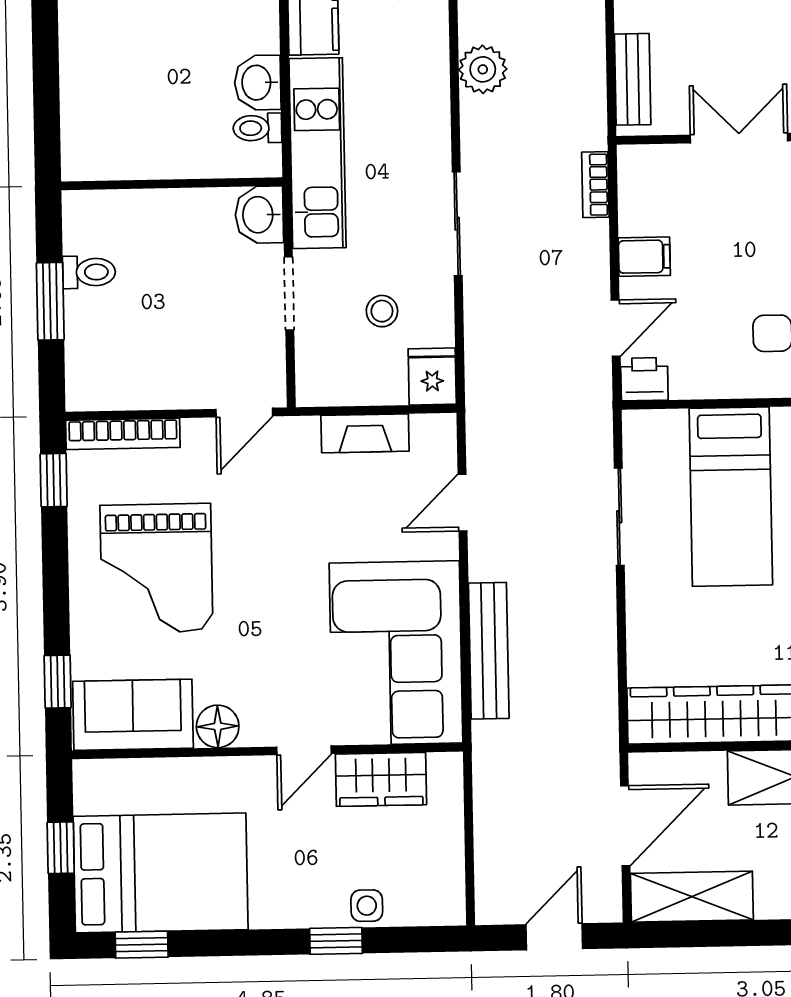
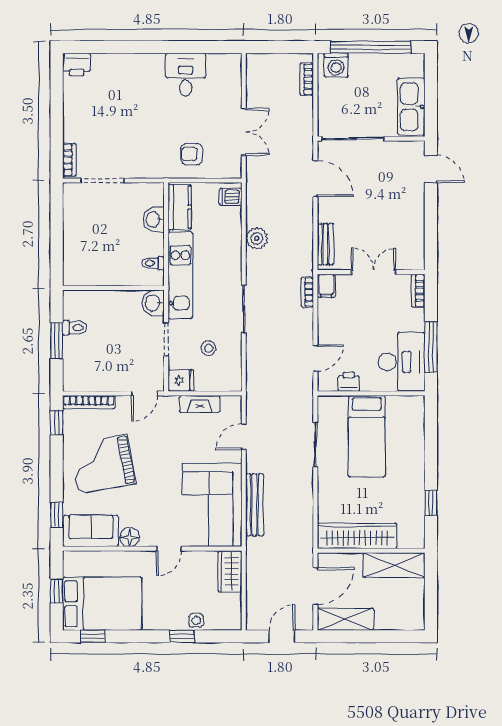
washbasin: (258, 83) -> (154, 219), moved
filing cabinet: (644, 257) -> (326, 286), moved, turned 90
fridge: (432, 377) -> (181, 380), moved, turned 90
printer: (644, 379) -> (349, 382), moved
grand piano: (156, 568) -> (103, 464), turned 80
wardrobe: (381, 779) -> (230, 571), moved, turned 90

